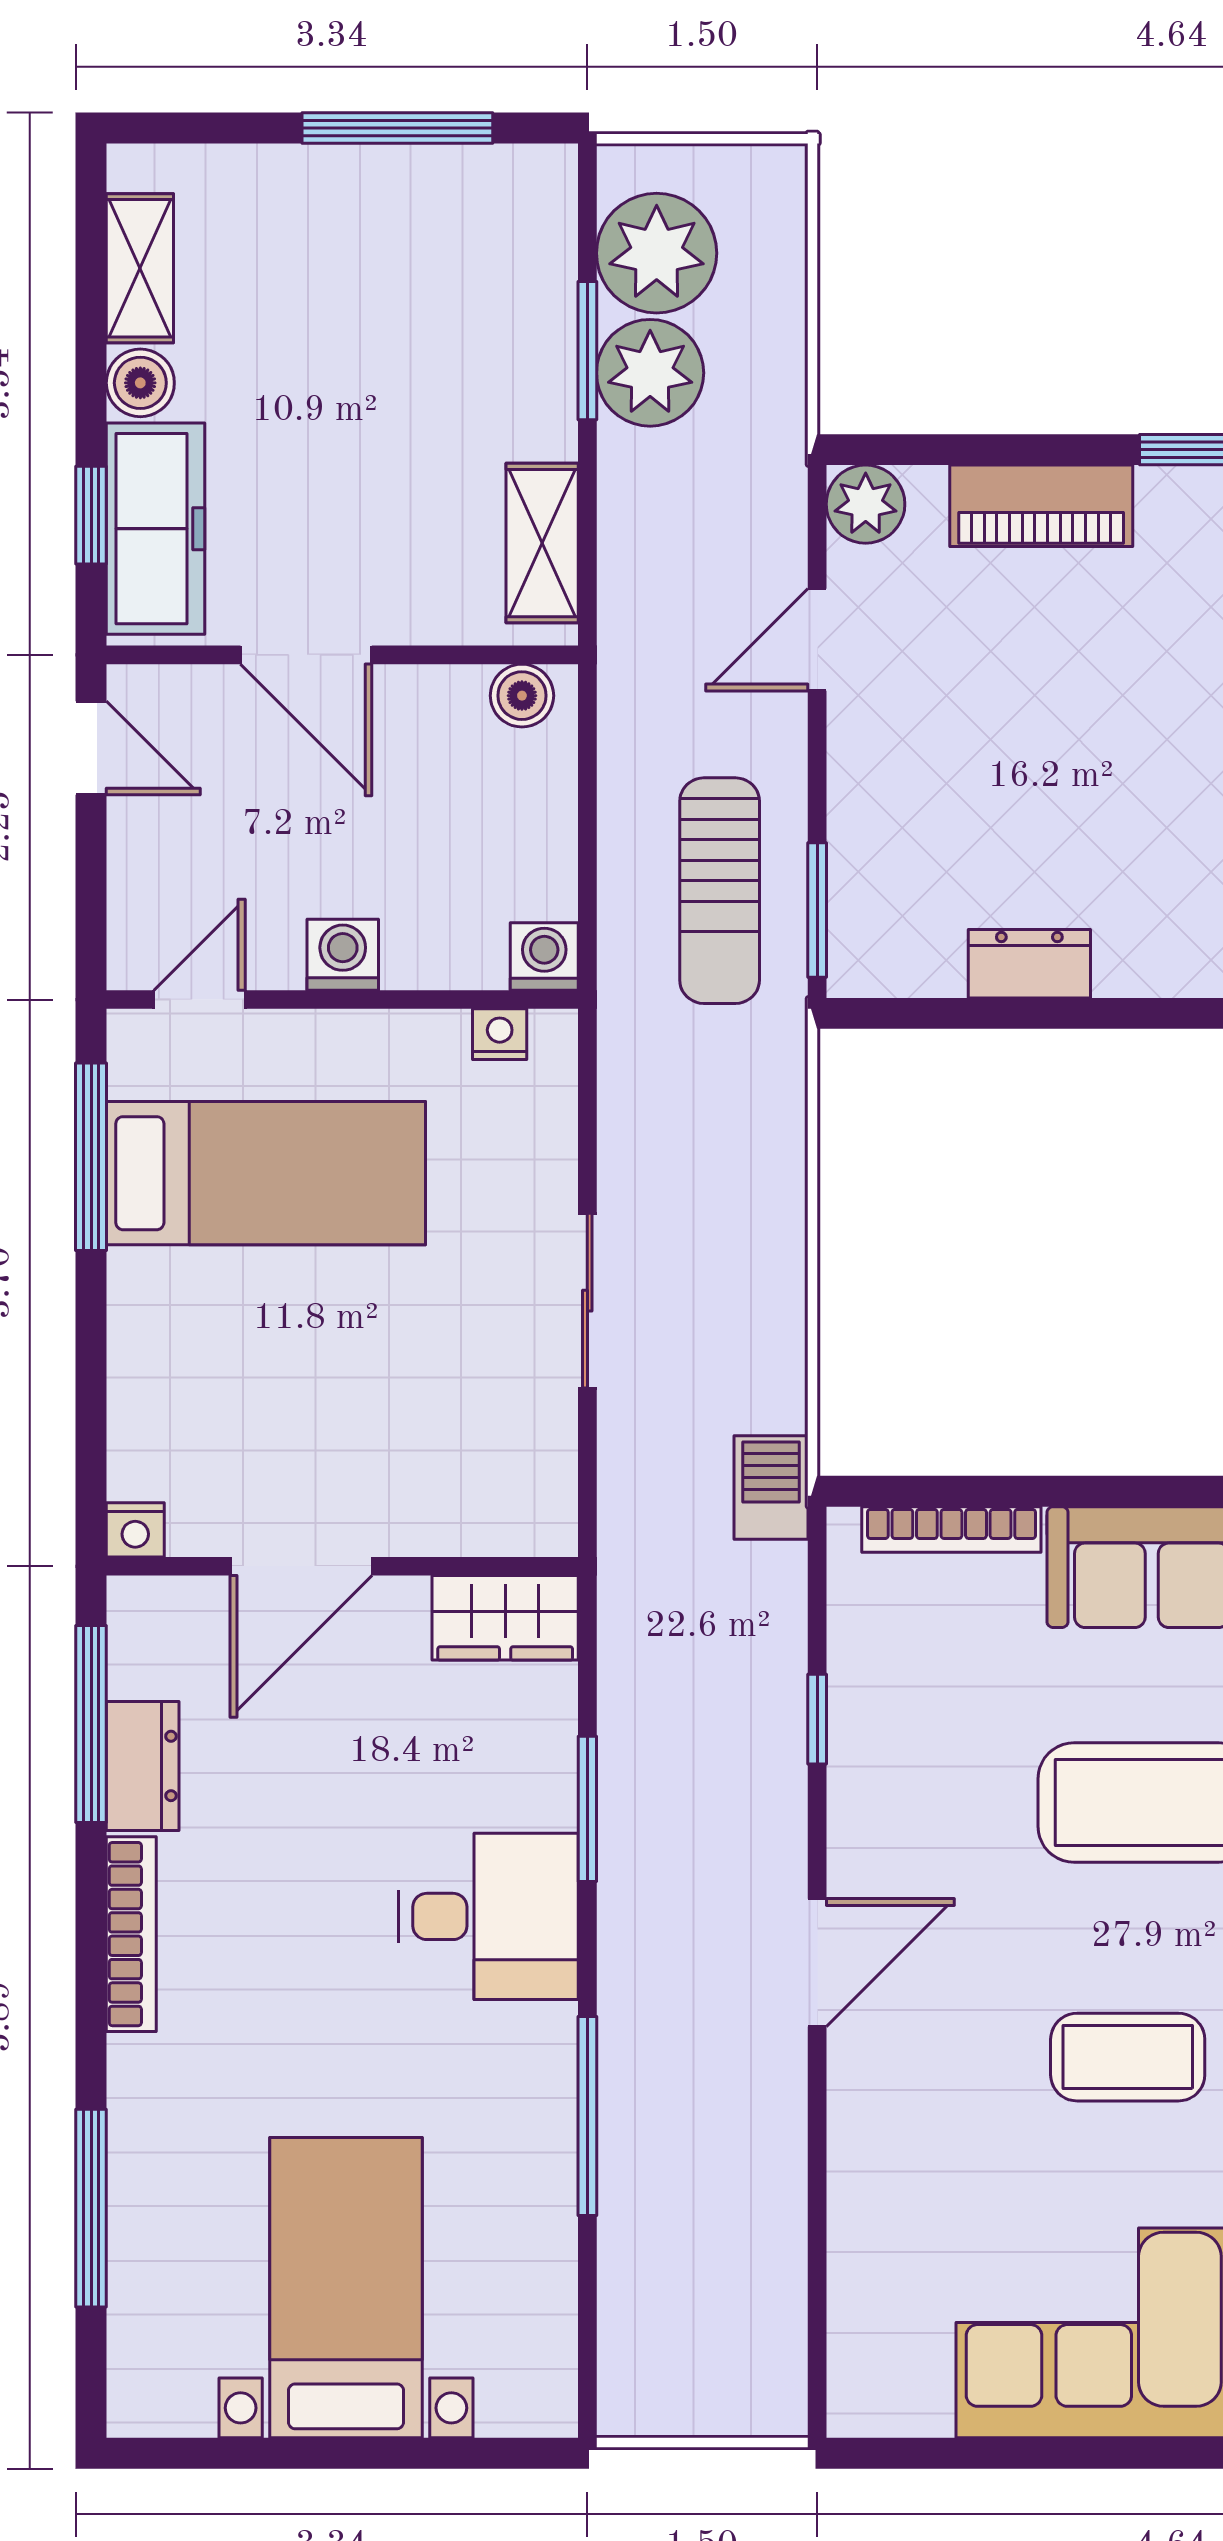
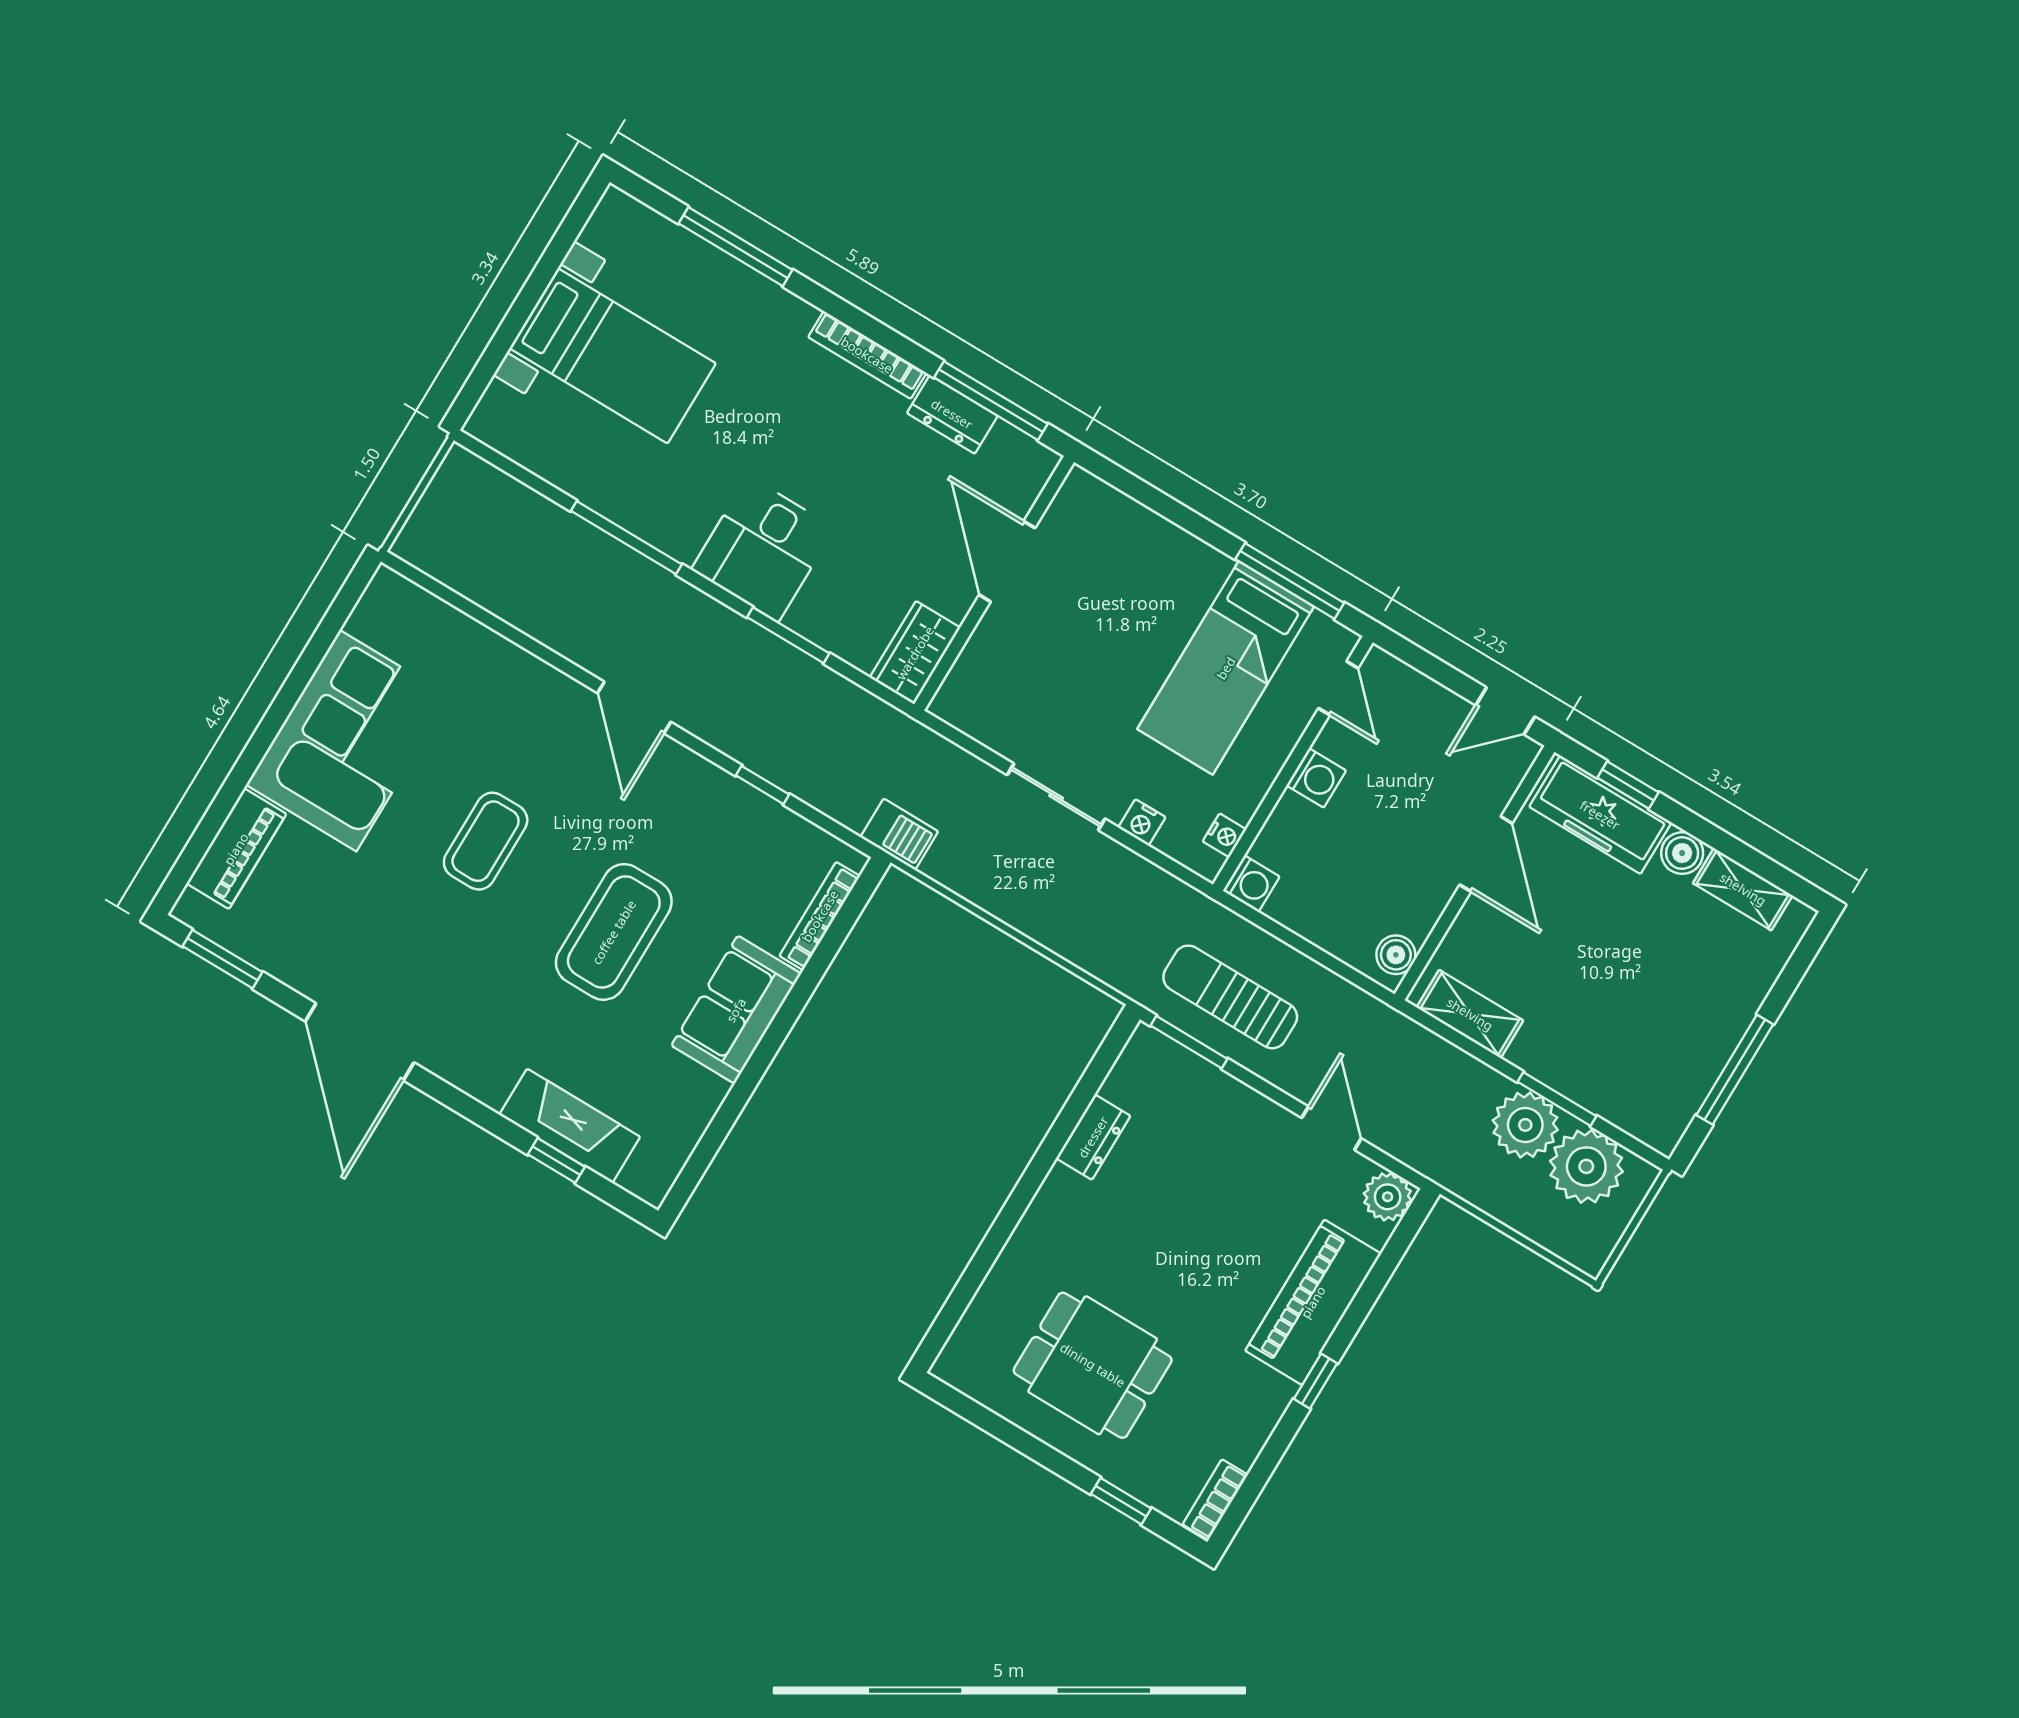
piano: (1041, 506) -> (1313, 1302), width x1.37, depth x1.33
door: (306, 655) -> (1486, 854), swing flipped
nightstand: (135, 1530) -> (1142, 822), moved, turned -90

